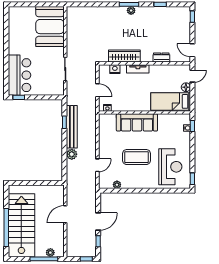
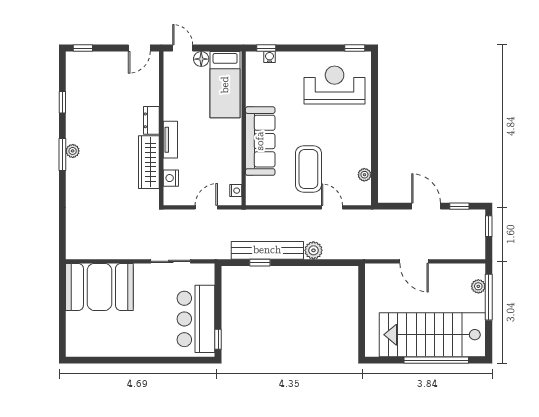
dresser: (161, 58) -> (151, 120), moved
bar counter: (19, 75) -> (196, 319), moved, turned -90
coffee table: (136, 157) -> (308, 169), moved

